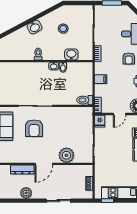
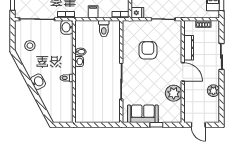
stool: (63, 29) -> (30, 46), moved
washbasin: (71, 54) -> (67, 27), moved
toilet: (85, 100) -> (104, 29), moved
armchair: (34, 128) -> (148, 50), moved, turned -90
plant: (66, 155) -> (174, 93), moved
dresser: (22, 170) -> (189, 48), moved

